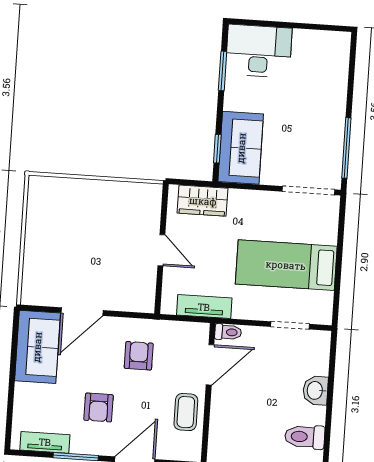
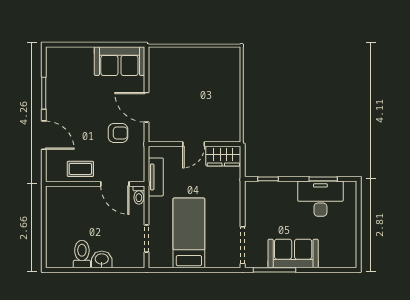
desk: (259, 51) -> (320, 199), moved, turned -90
sofa: (241, 148) -> (293, 254), moved, turned 180
wardrobe: (203, 201) -> (223, 156), moved, turned -90
door: (82, 312) -> (147, 107), moved
armchair: (99, 407) -> (80, 107), removed
toilet: (305, 437) -> (82, 254), moved
tv unit: (45, 442) -> (52, 71), removed

